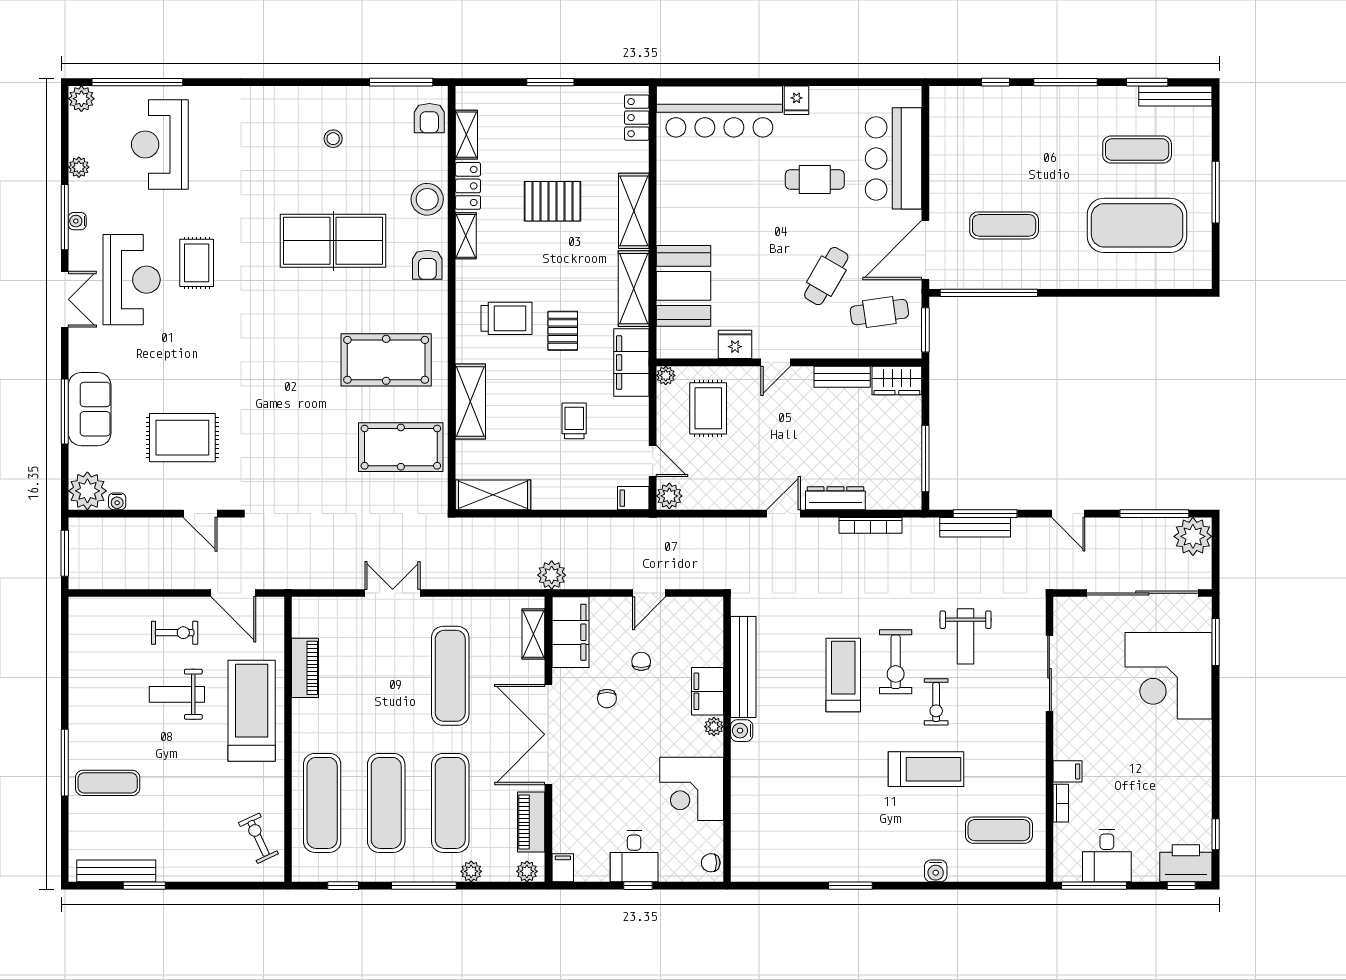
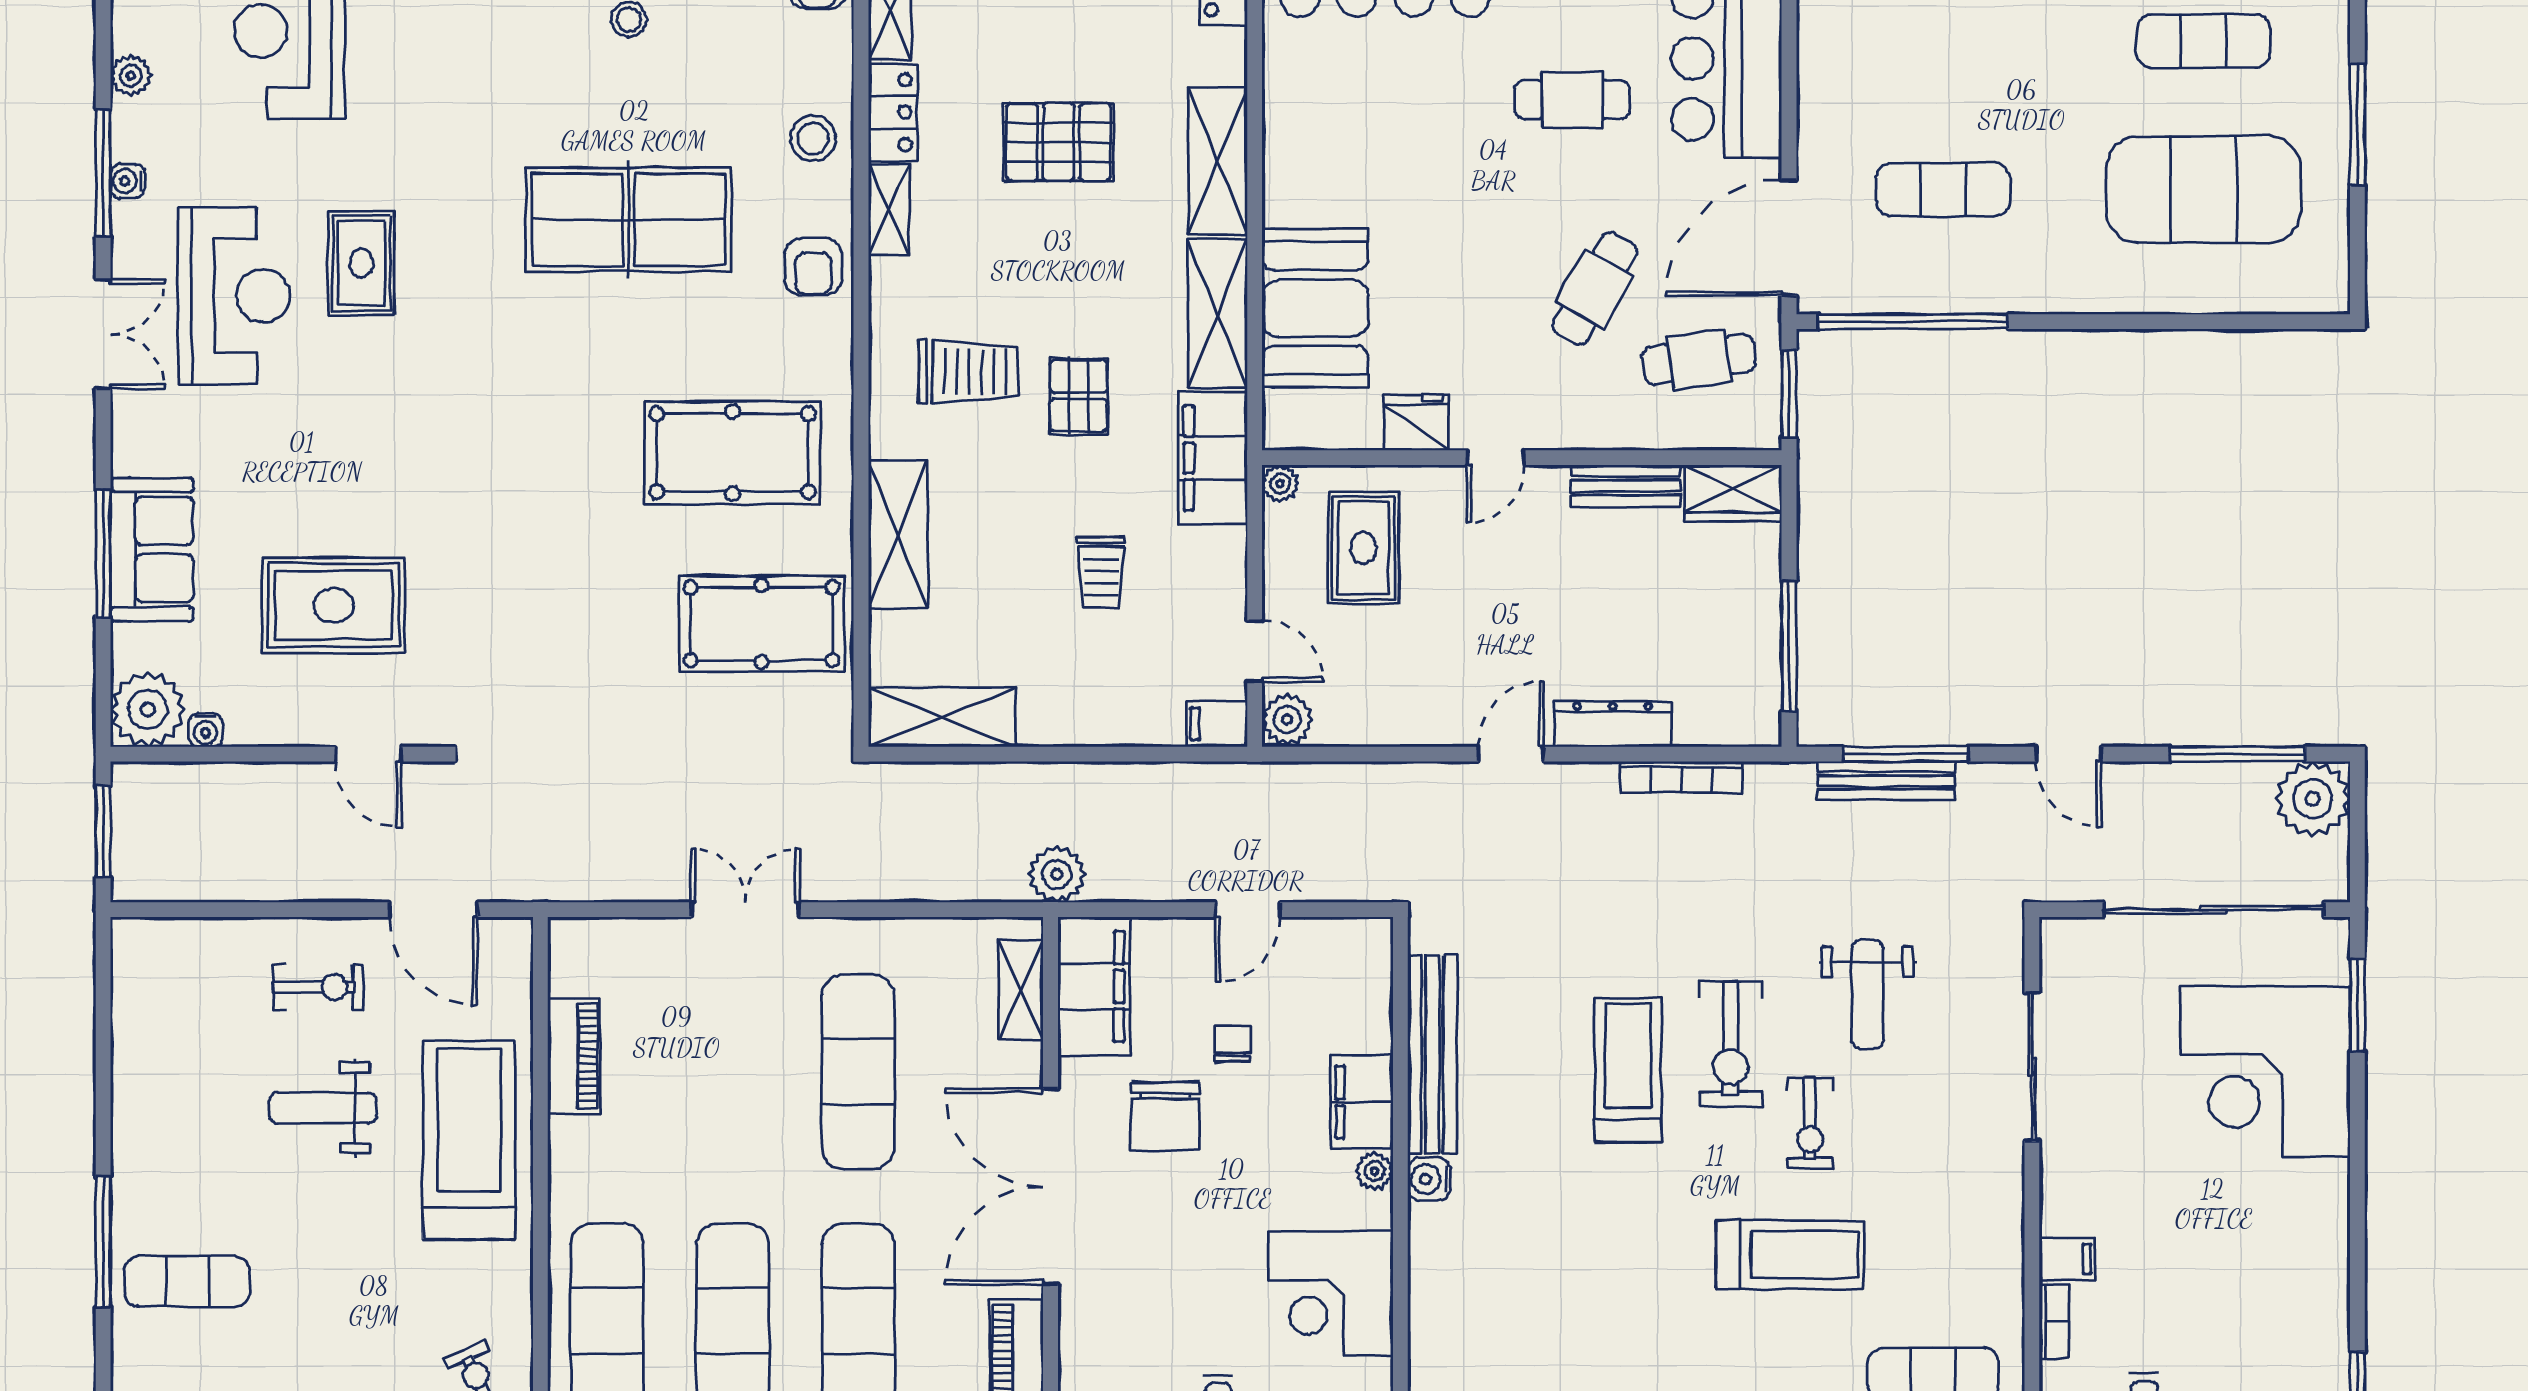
stool: (427, 199) -> (813, 138), width x0.73, depth x0.73
trolley: (574, 421) -> (1101, 572), turned 180
chair: (607, 699) -> (1165, 1116), width x1.87, depth x1.87

